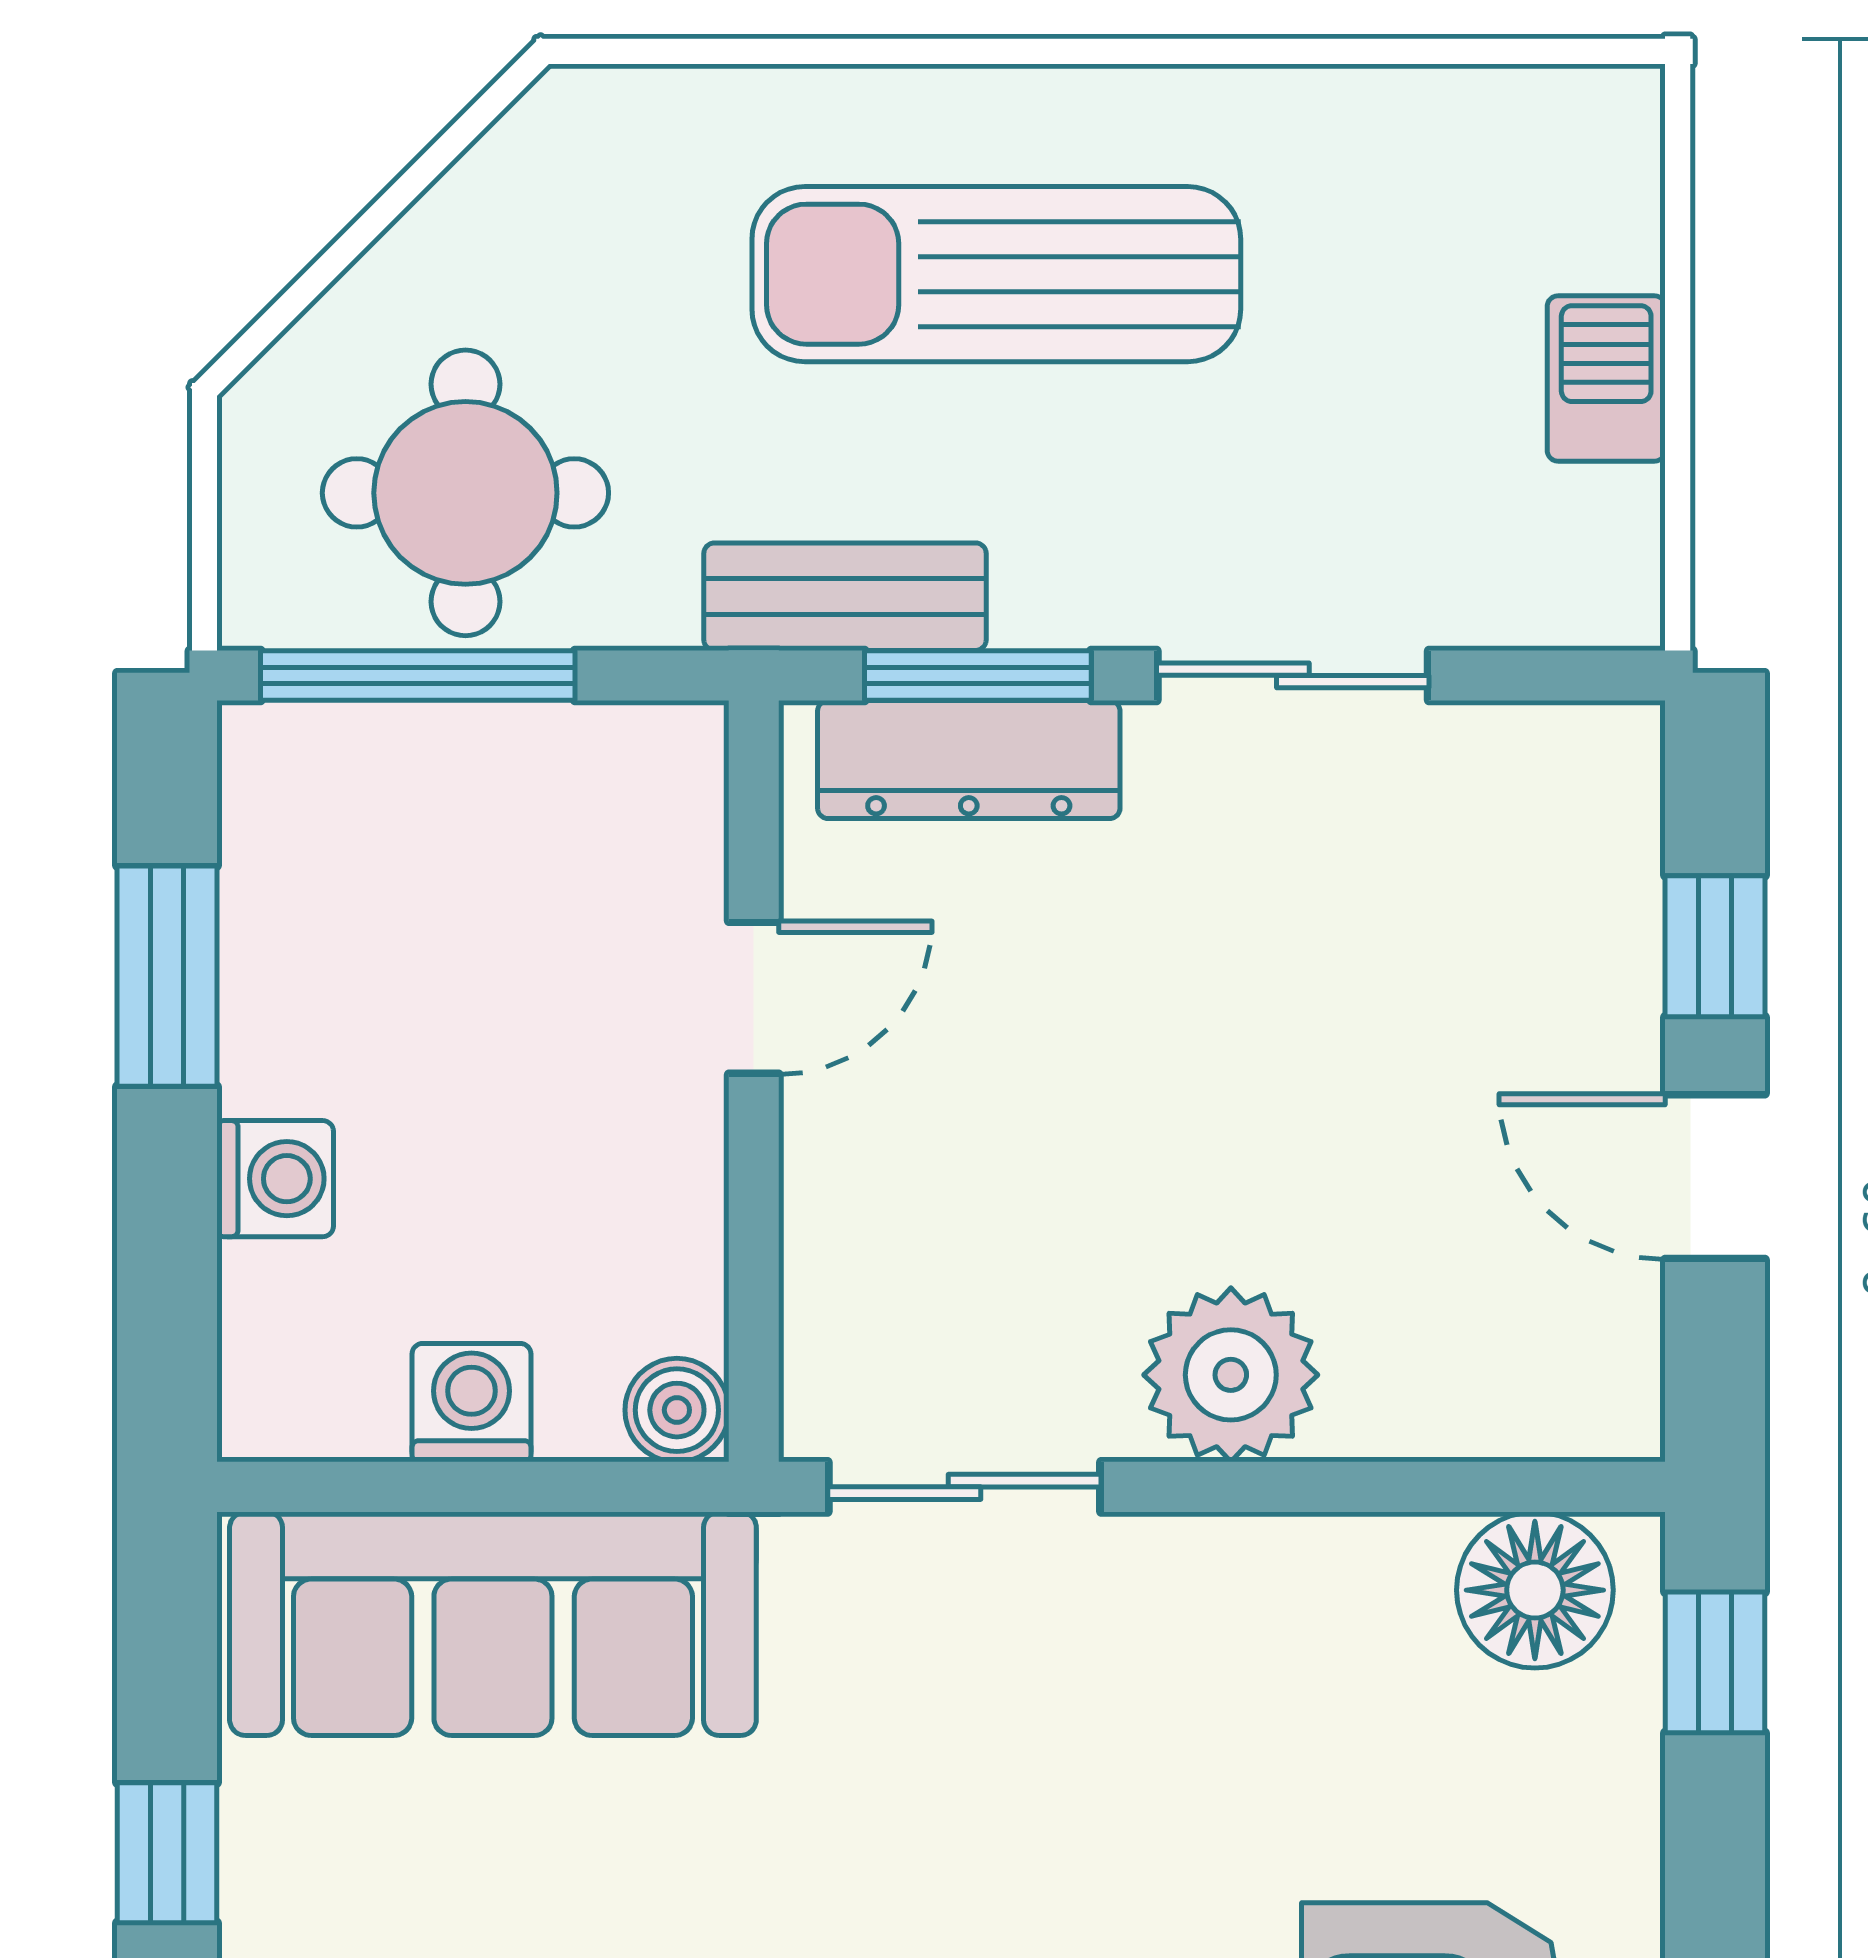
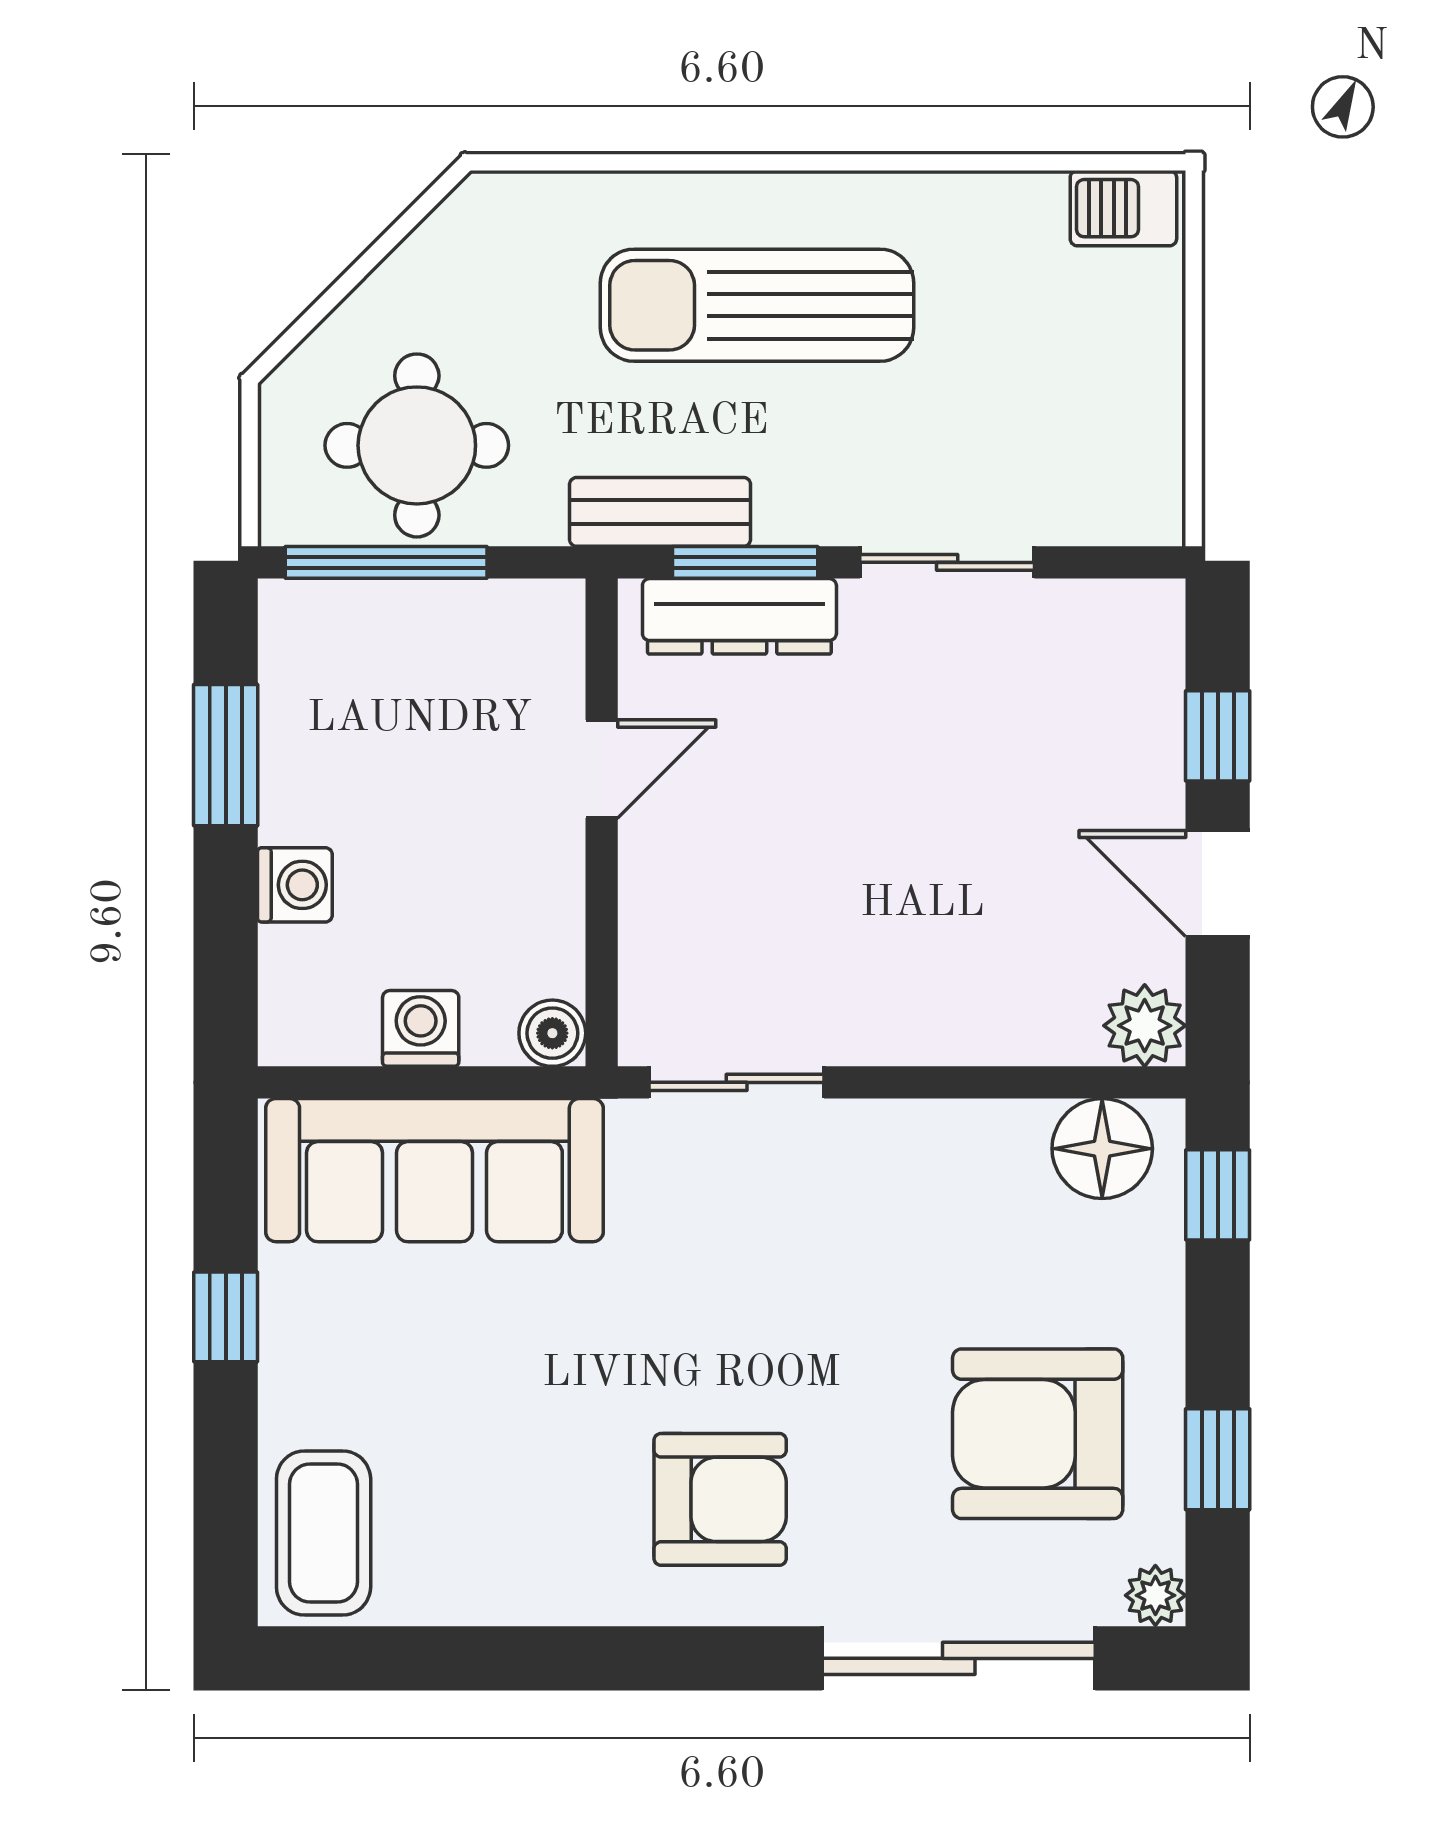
barbecue: (1606, 378) -> (1123, 208), moved, turned -90
plant: (1231, 1375) -> (1145, 1026), moved, width x0.73, depth x0.73

